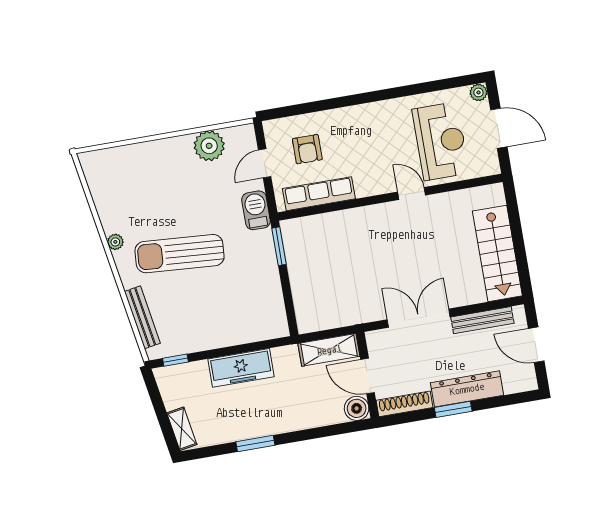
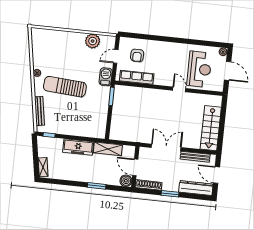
shelving: (329, 350) -> (108, 149), moved
dresser: (467, 389) -> (196, 188), moved
window: (255, 444) -> (97, 186), moved

